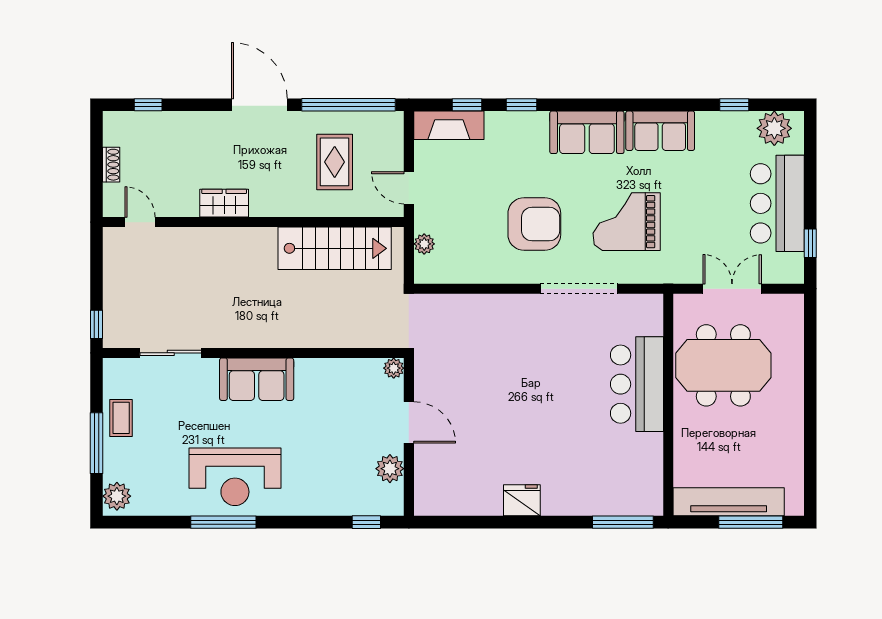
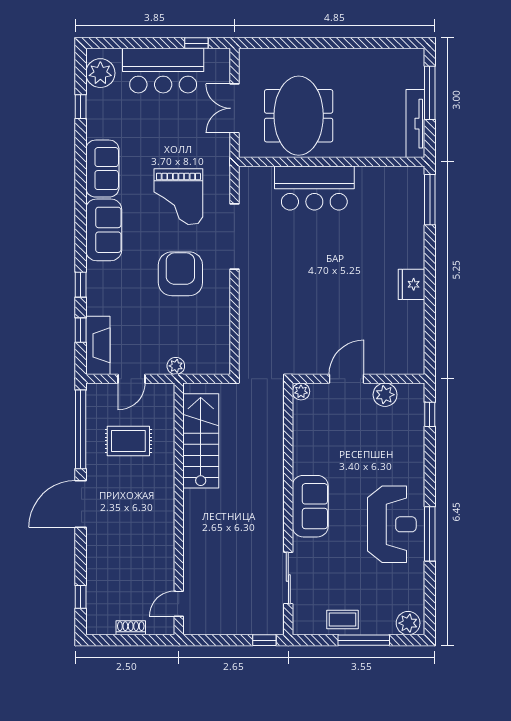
door: (409, 188) -> (131, 379), moved
wardrobe: (224, 203) -> (163, 533), removed
plant: (424, 244) -> (176, 366), moved
tv unit: (729, 502) -> (415, 124), width x0.73, depth x0.78

